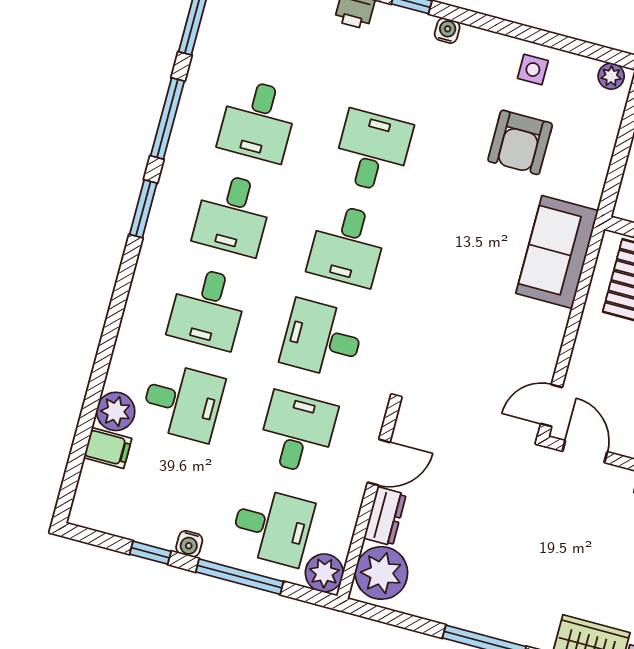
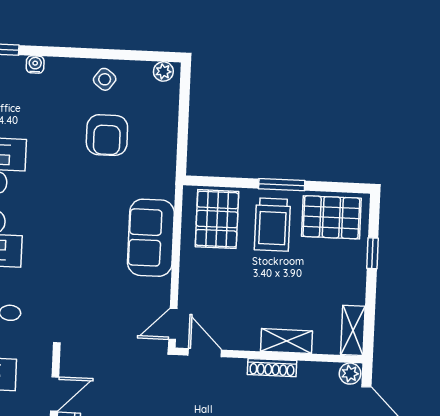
side table: (533, 70) -> (105, 79), turned 37
sofa: (557, 252) -> (151, 238), moved

